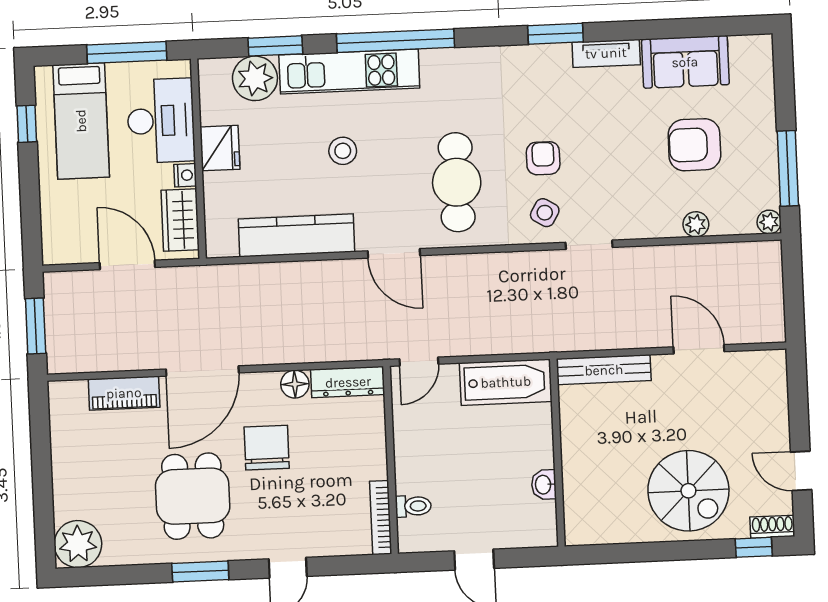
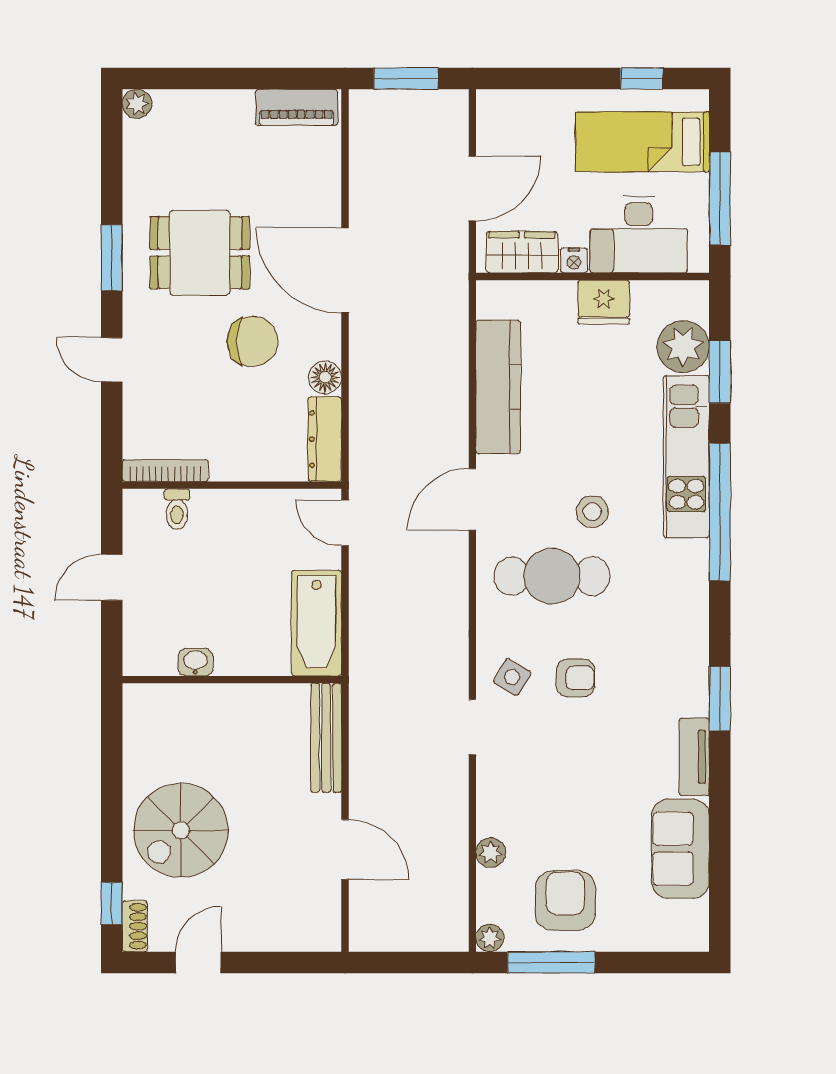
armchair: (694, 145) -> (565, 901), moved
stool: (343, 151) -> (592, 512), moved
door: (699, 349) -> (345, 850), hinge flipped
piano: (124, 393) -> (297, 107), moved, turned -90
plant: (78, 544) -> (137, 104), width x0.53, depth x0.53

